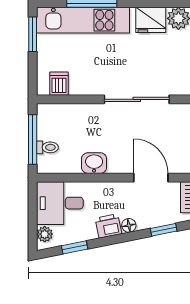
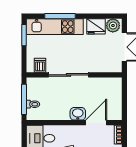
sliding door: (137, 99) -> (68, 75), moved
washbasin: (94, 163) -> (78, 114), moved
door: (151, 178) -> (96, 123), hinge flipped

